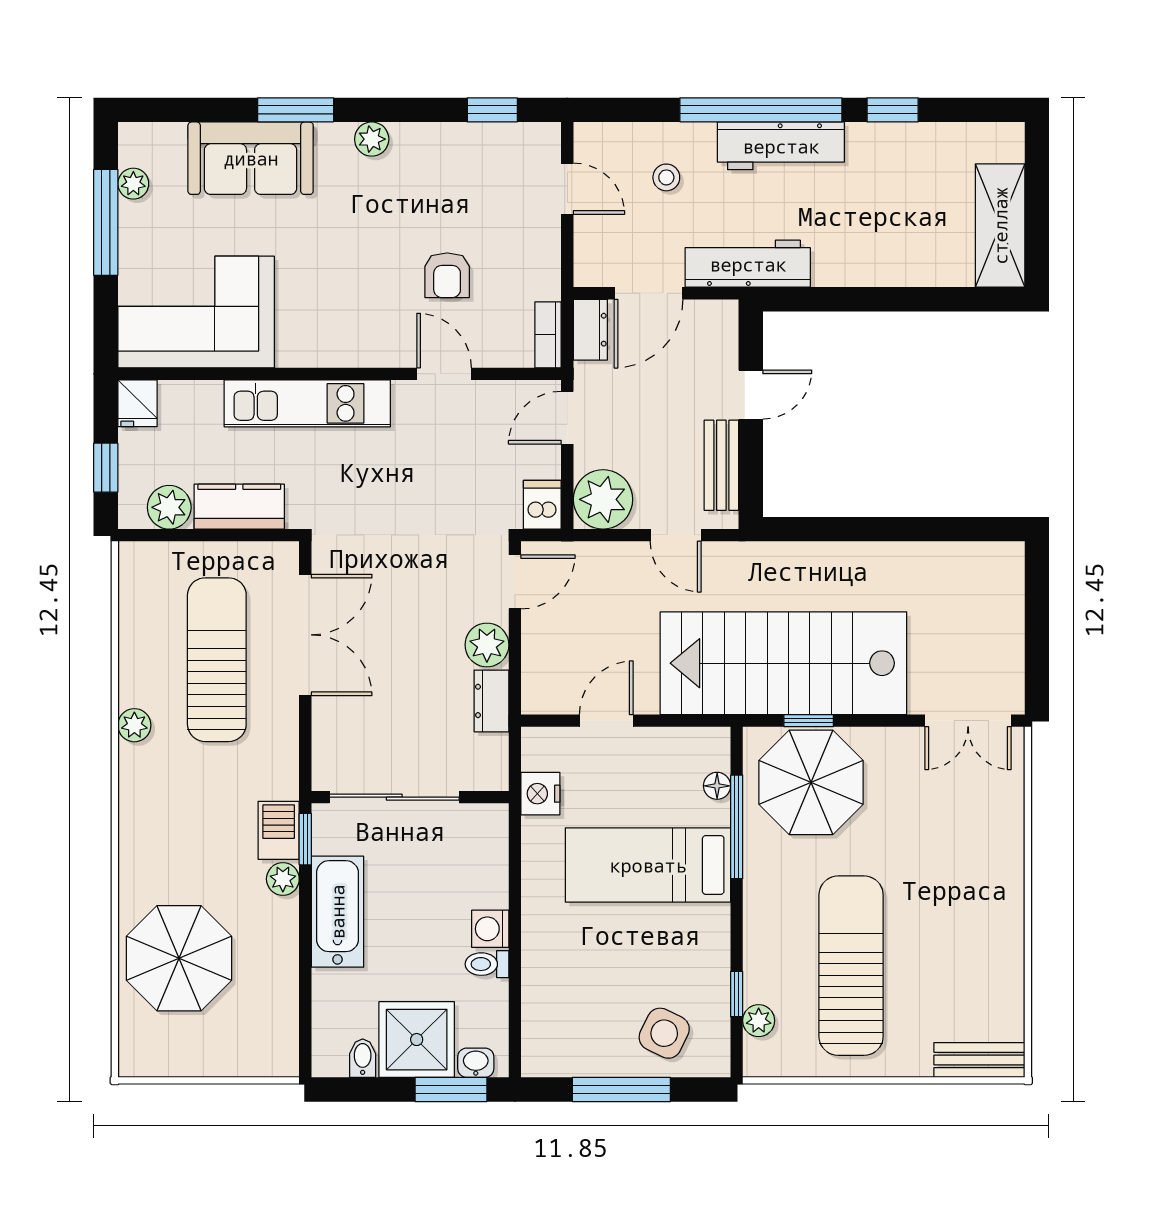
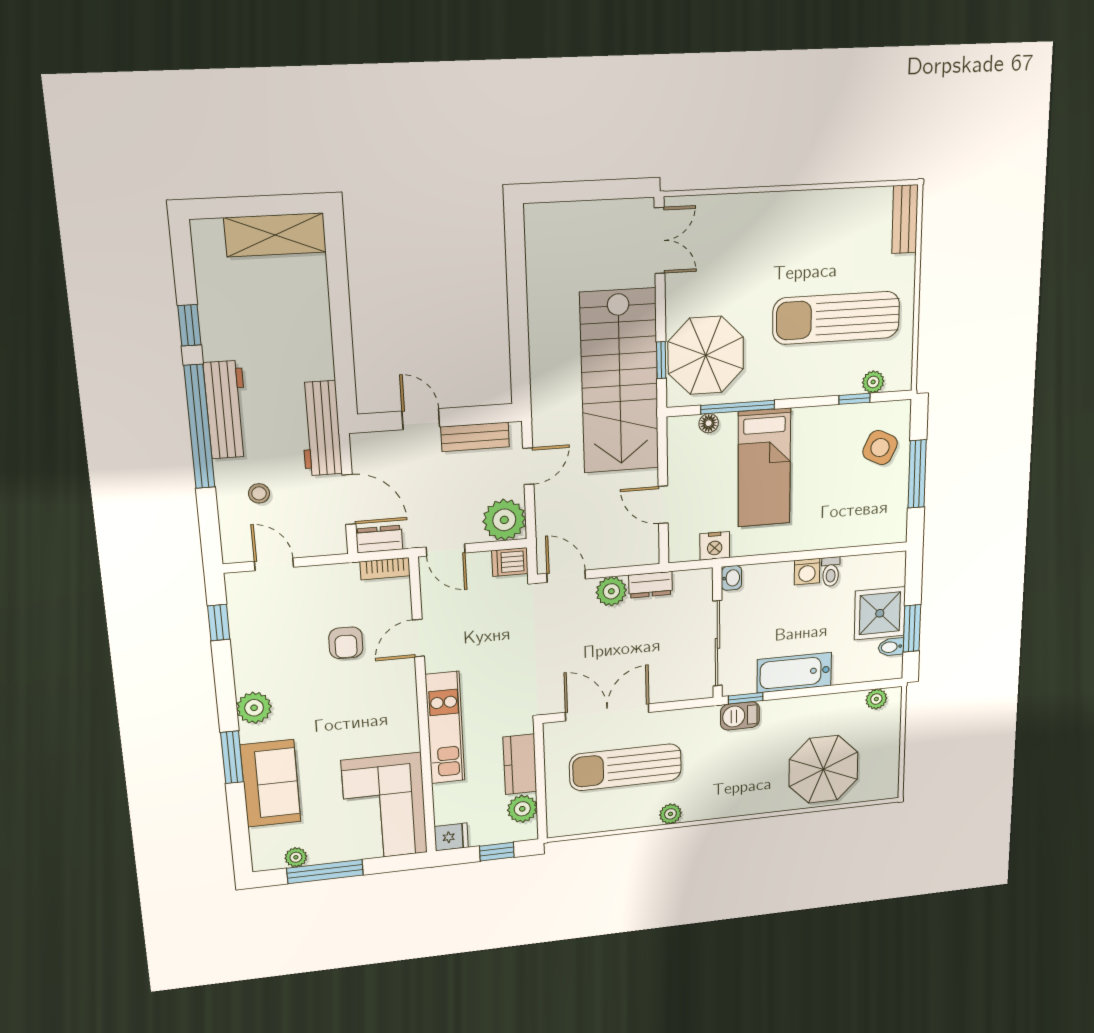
plant: (372, 139) -> (254, 708), width x1.38, depth x1.38
door: (567, 189) -> (274, 564), hinge flipped
armchair: (447, 275) -> (346, 643), turned 91
plant: (283, 879) -> (876, 699), moved
washbasin: (476, 1063) -> (731, 578), moved, turned 180
window: (451, 1089) -> (912, 628), moved

